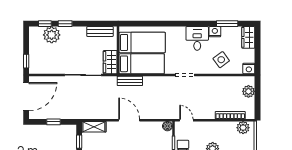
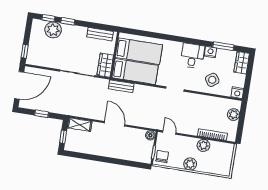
plant: (243, 128) -> (203, 145), moved

